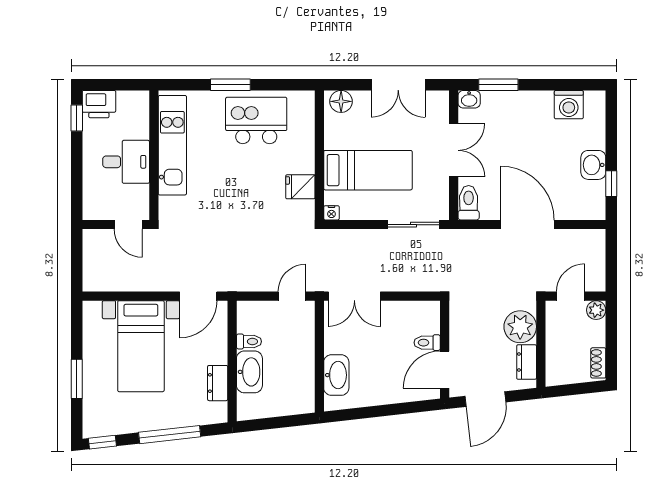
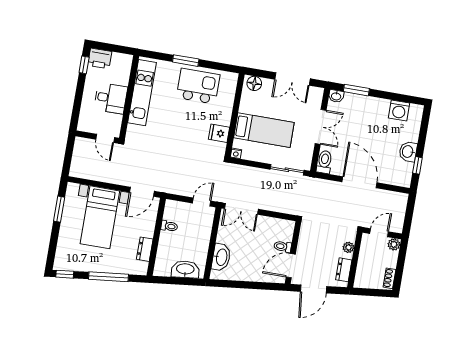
plant: (520, 327) -> (348, 247), width x0.53, depth x0.53
washbasin: (249, 372) -> (185, 269), moved, turned -96
window: (77, 379) -> (59, 209), moved

